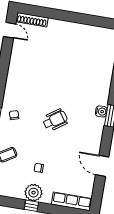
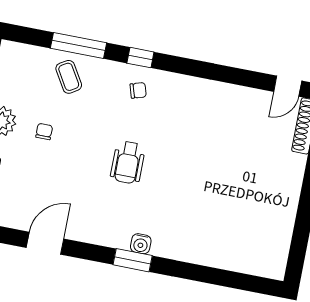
wheelchair: (55, 120) -> (128, 162), turned 35

